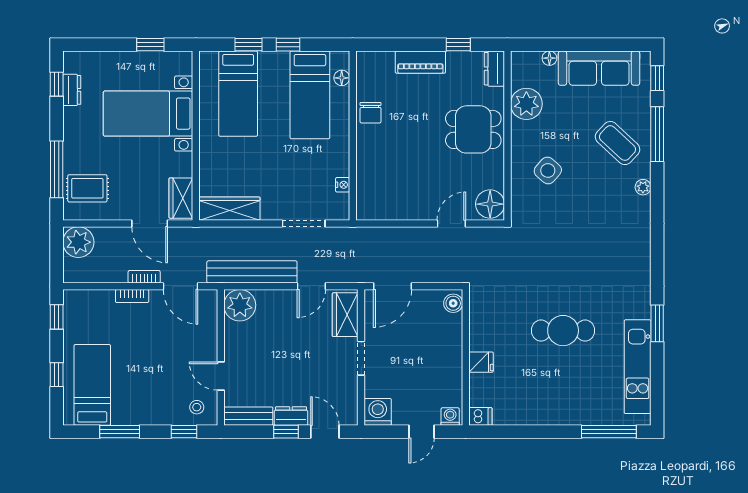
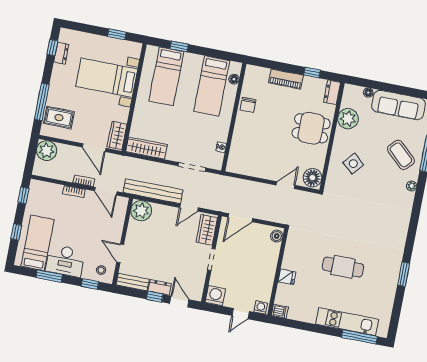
window: (288, 45) -> (204, 51), removed
kitchen unit: (638, 367) -> (347, 322), moved, turned 90
desk: (140, 404) -> (65, 261), added

